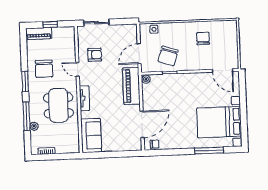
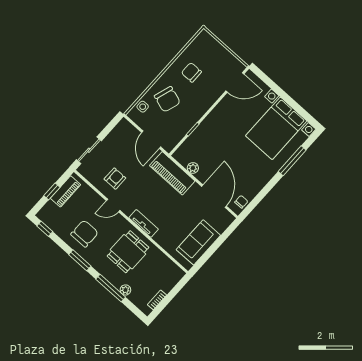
piano: (39, 33) -> (66, 191), moved
window: (24, 42) -> (45, 229), added
chair: (168, 56) -> (167, 99), moved
chair: (44, 69) -> (85, 234), turned -90
plant: (146, 79) -> (193, 168), moved
dining table: (58, 105) -> (128, 252), width x0.73
sofa: (91, 136) -> (198, 242), moved, turned -90

